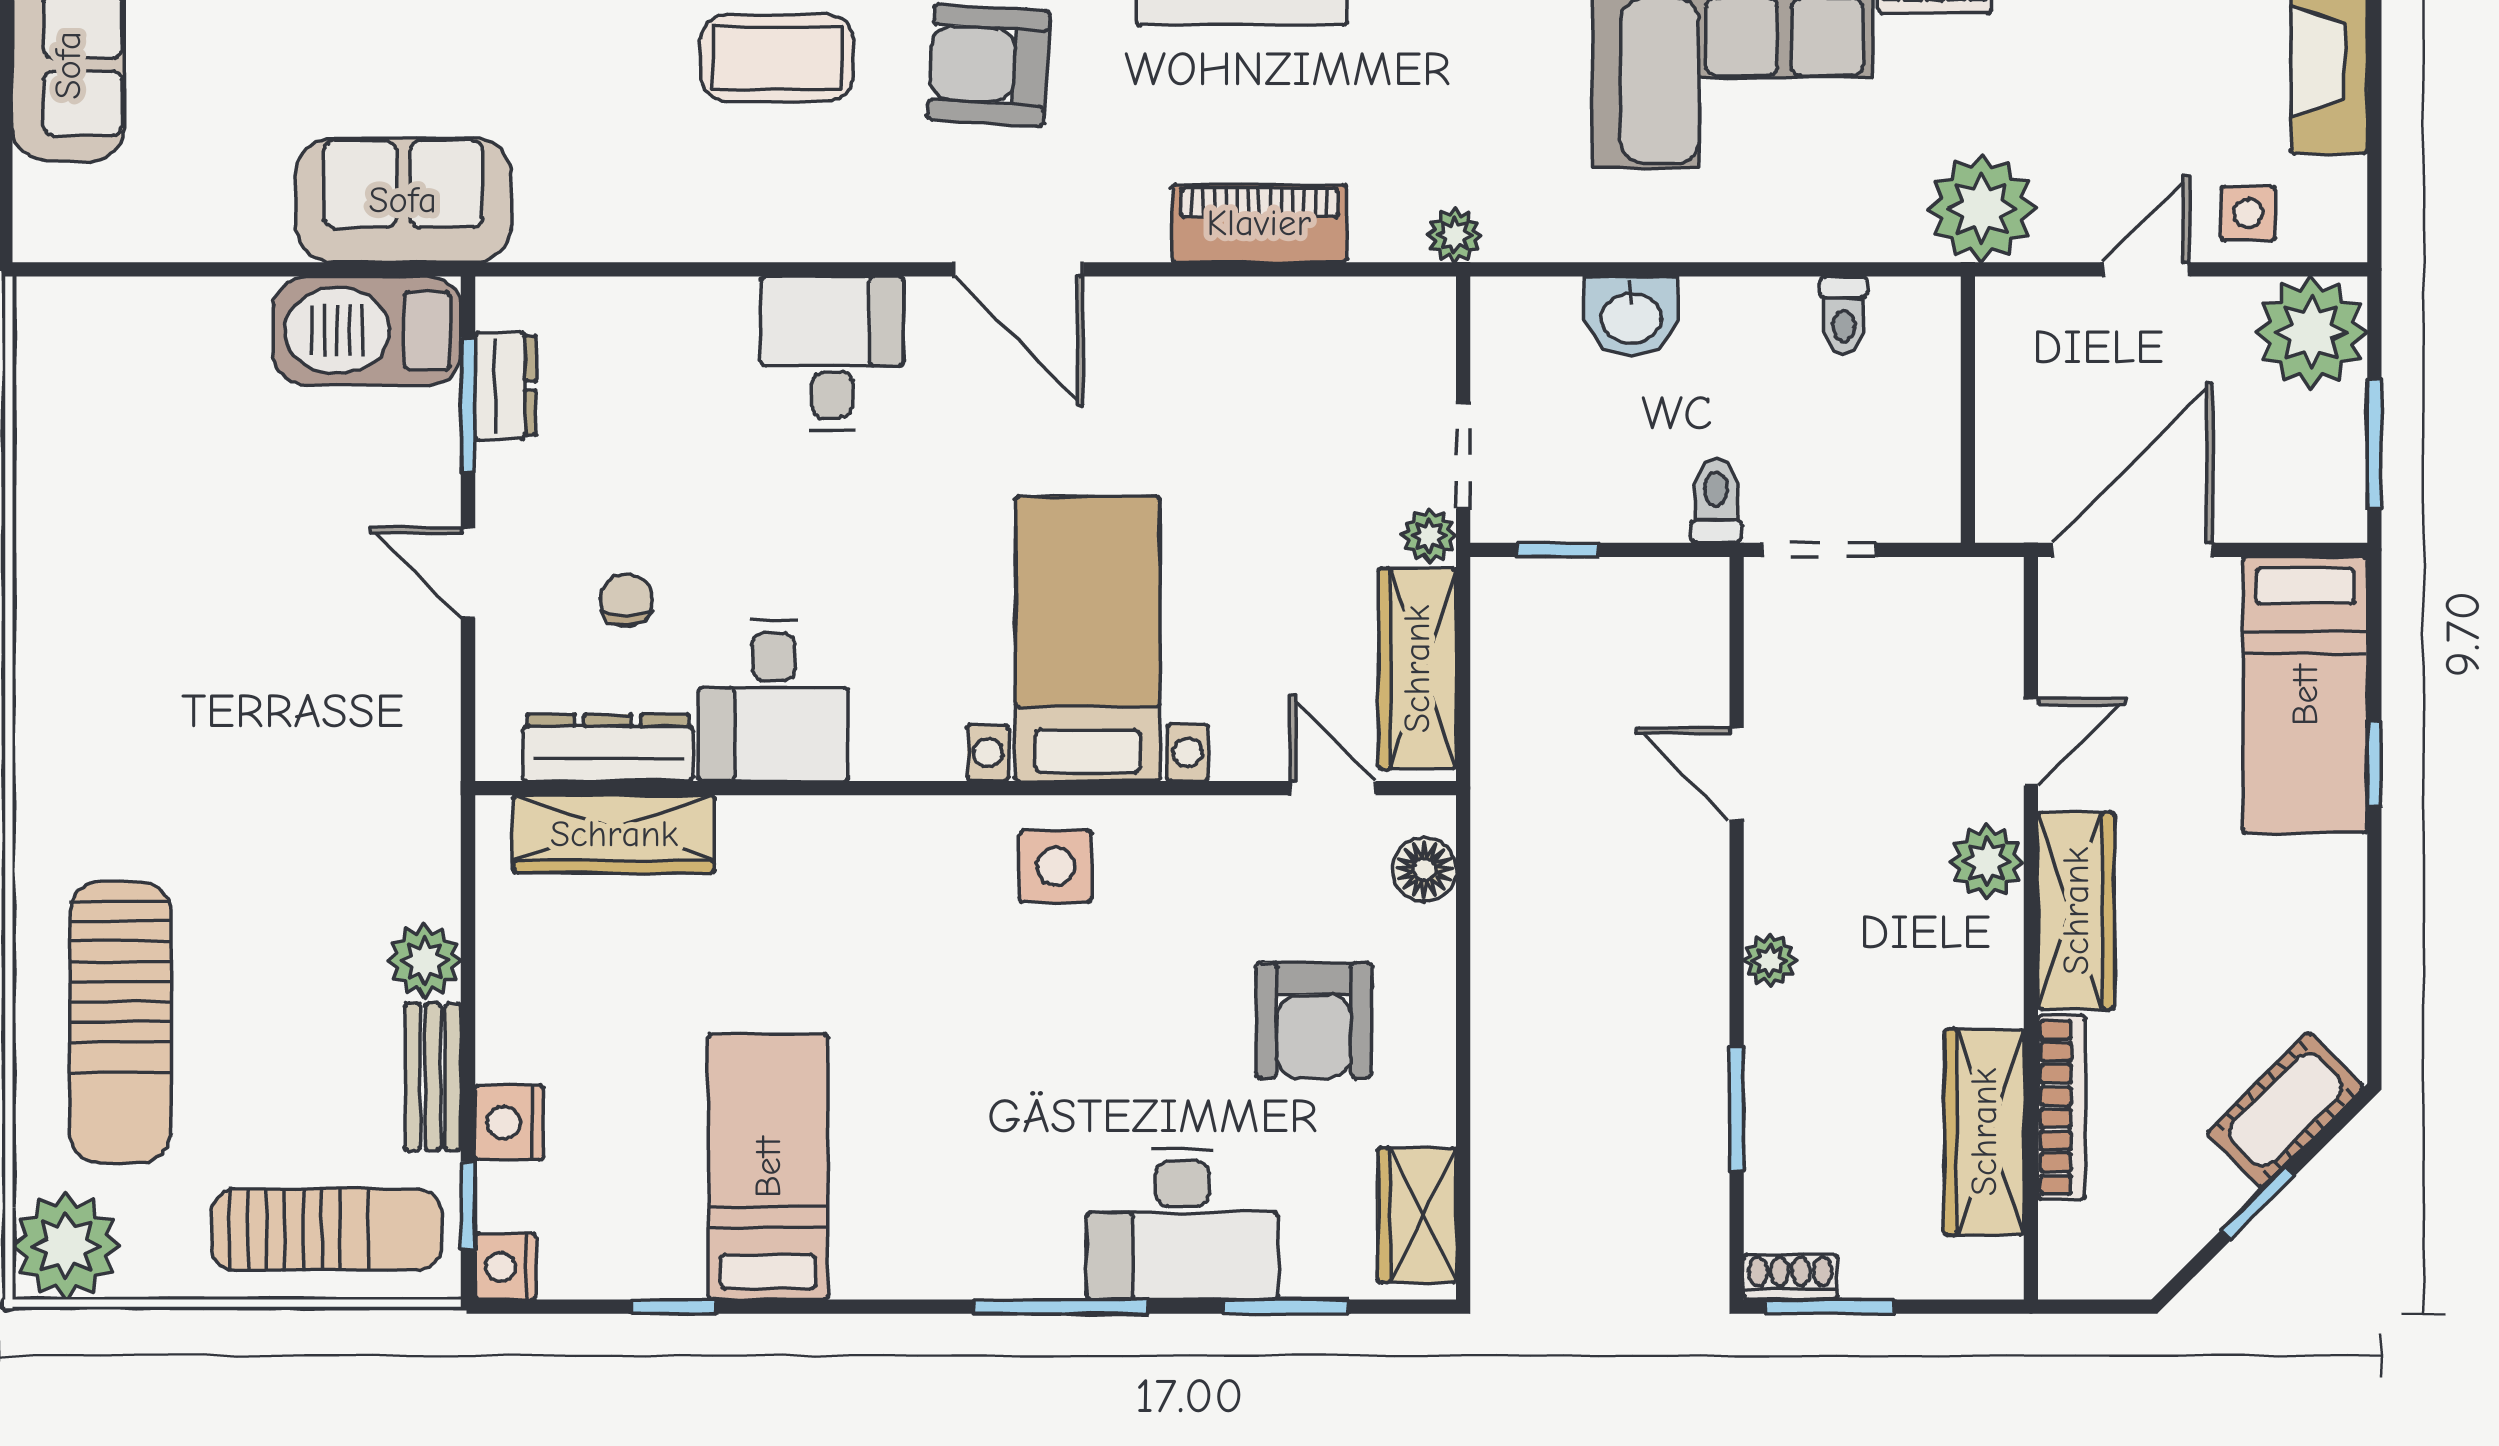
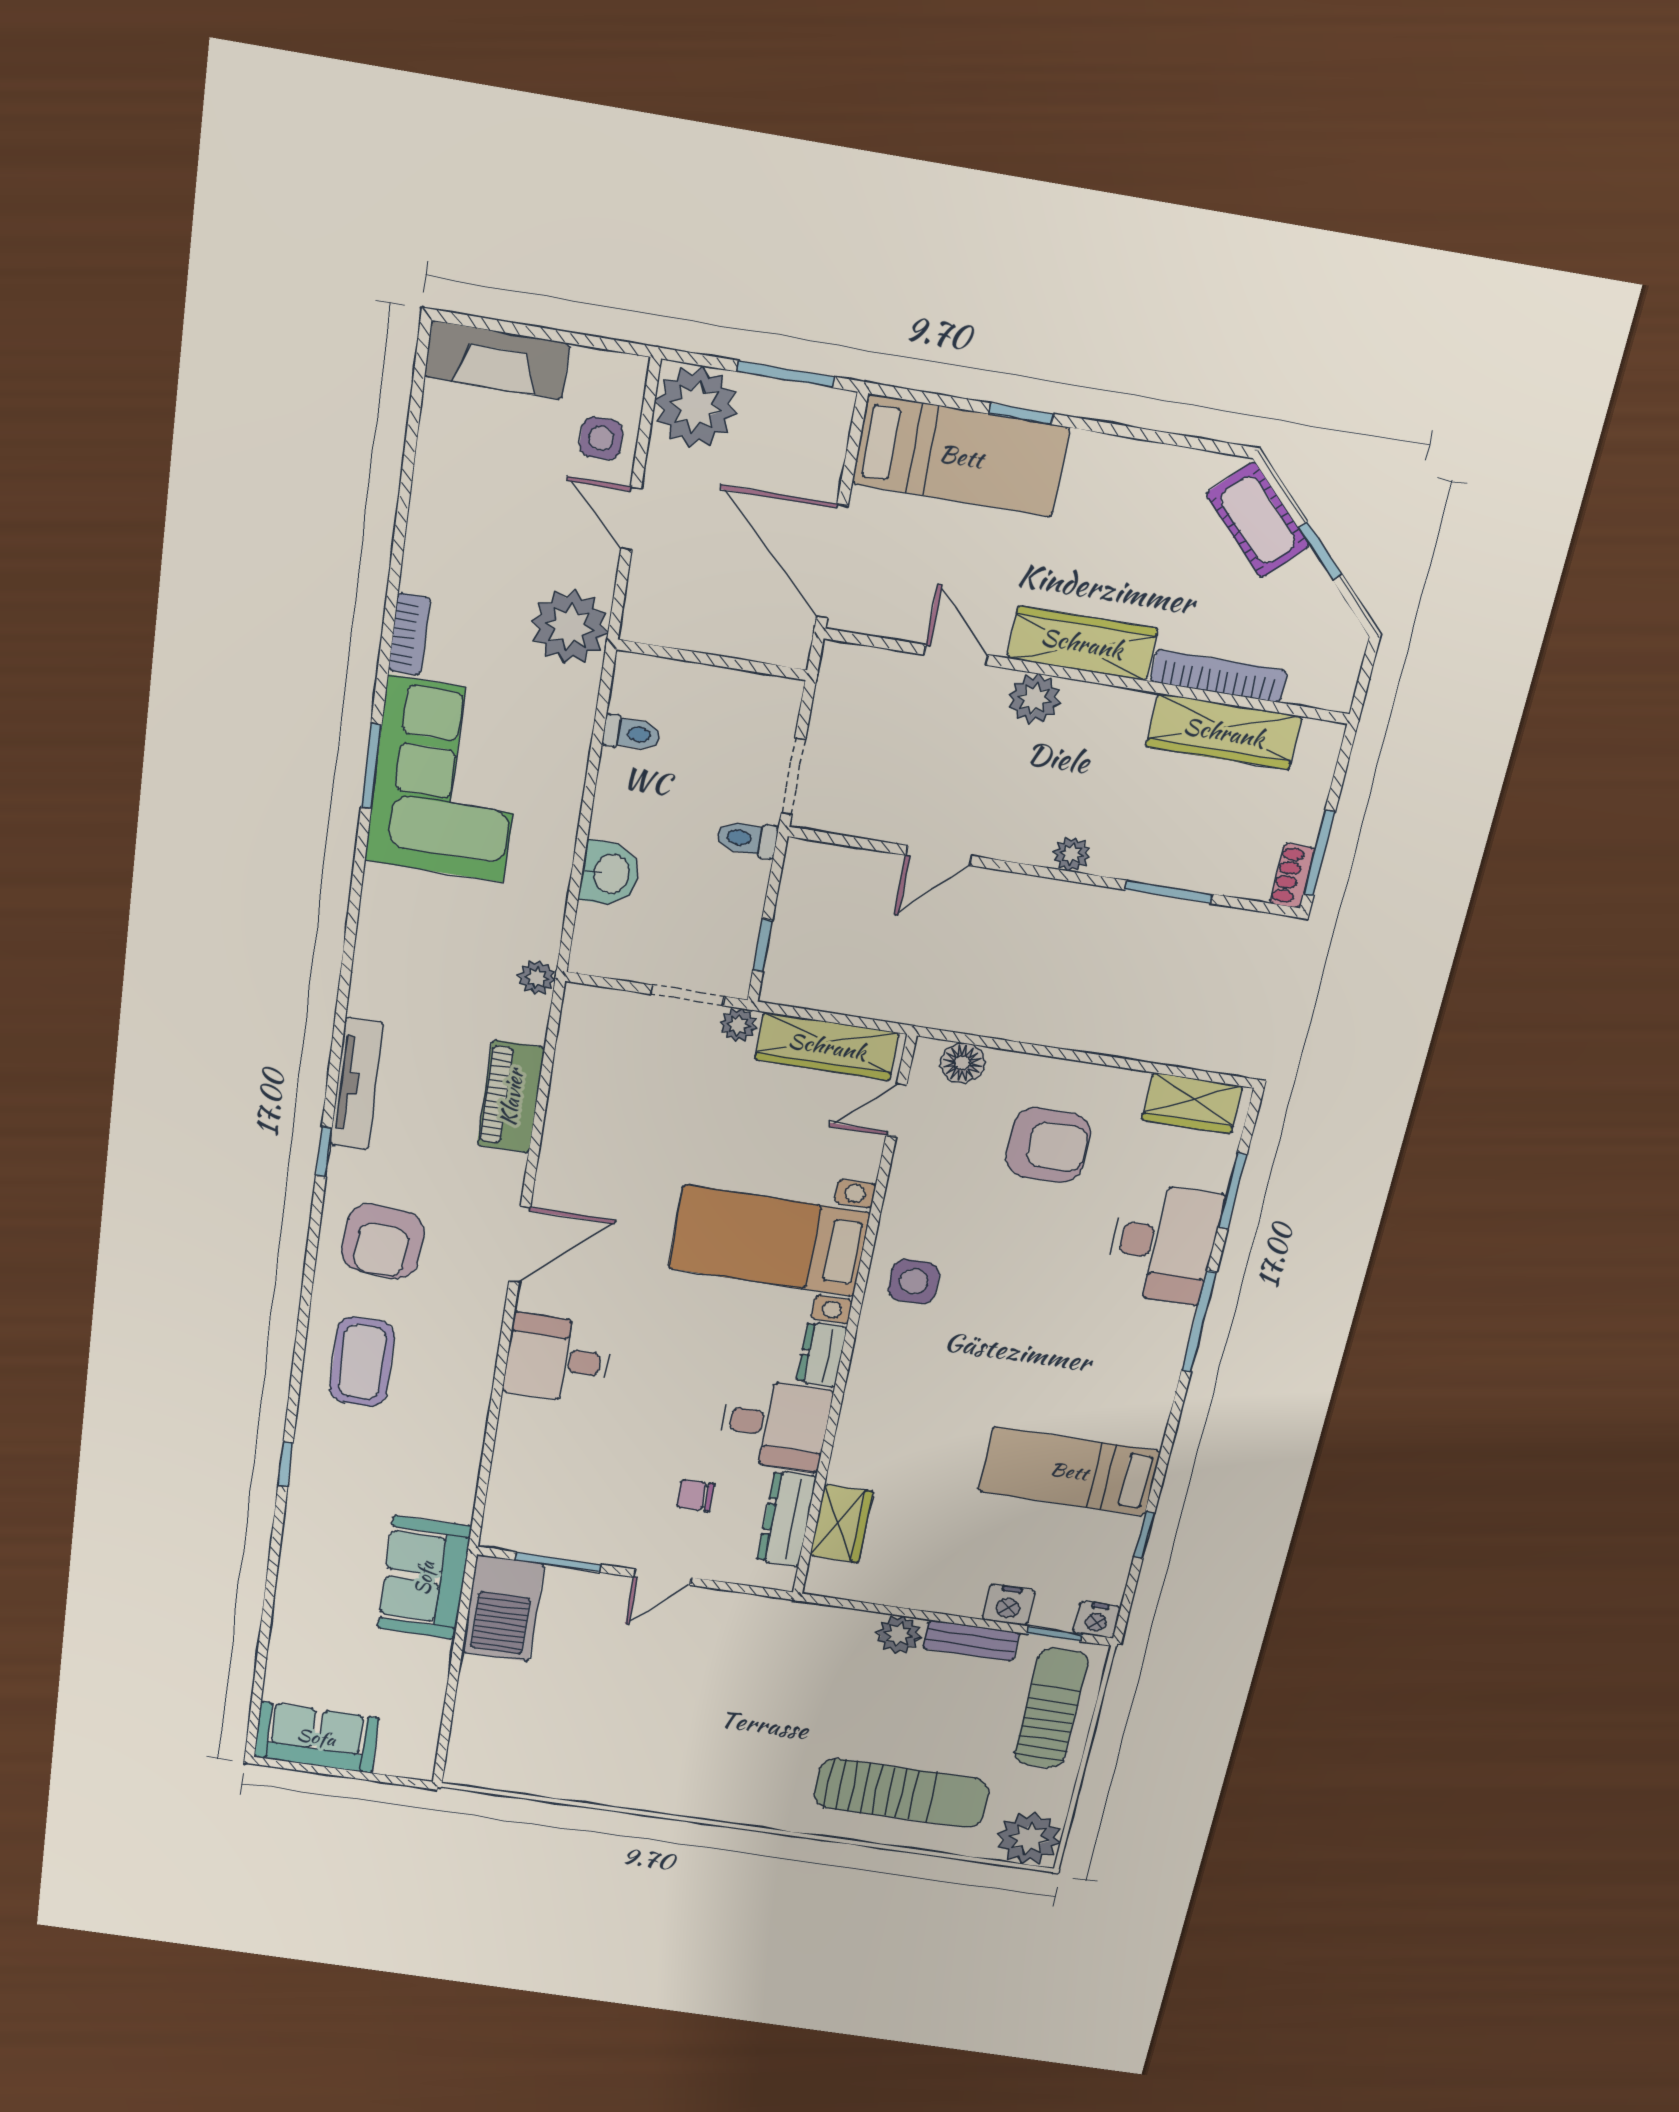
dresser: (505, 386) -> (822, 1355), moved, turned -90
wardrobe: (614, 834) -> (841, 1524), width x0.67

